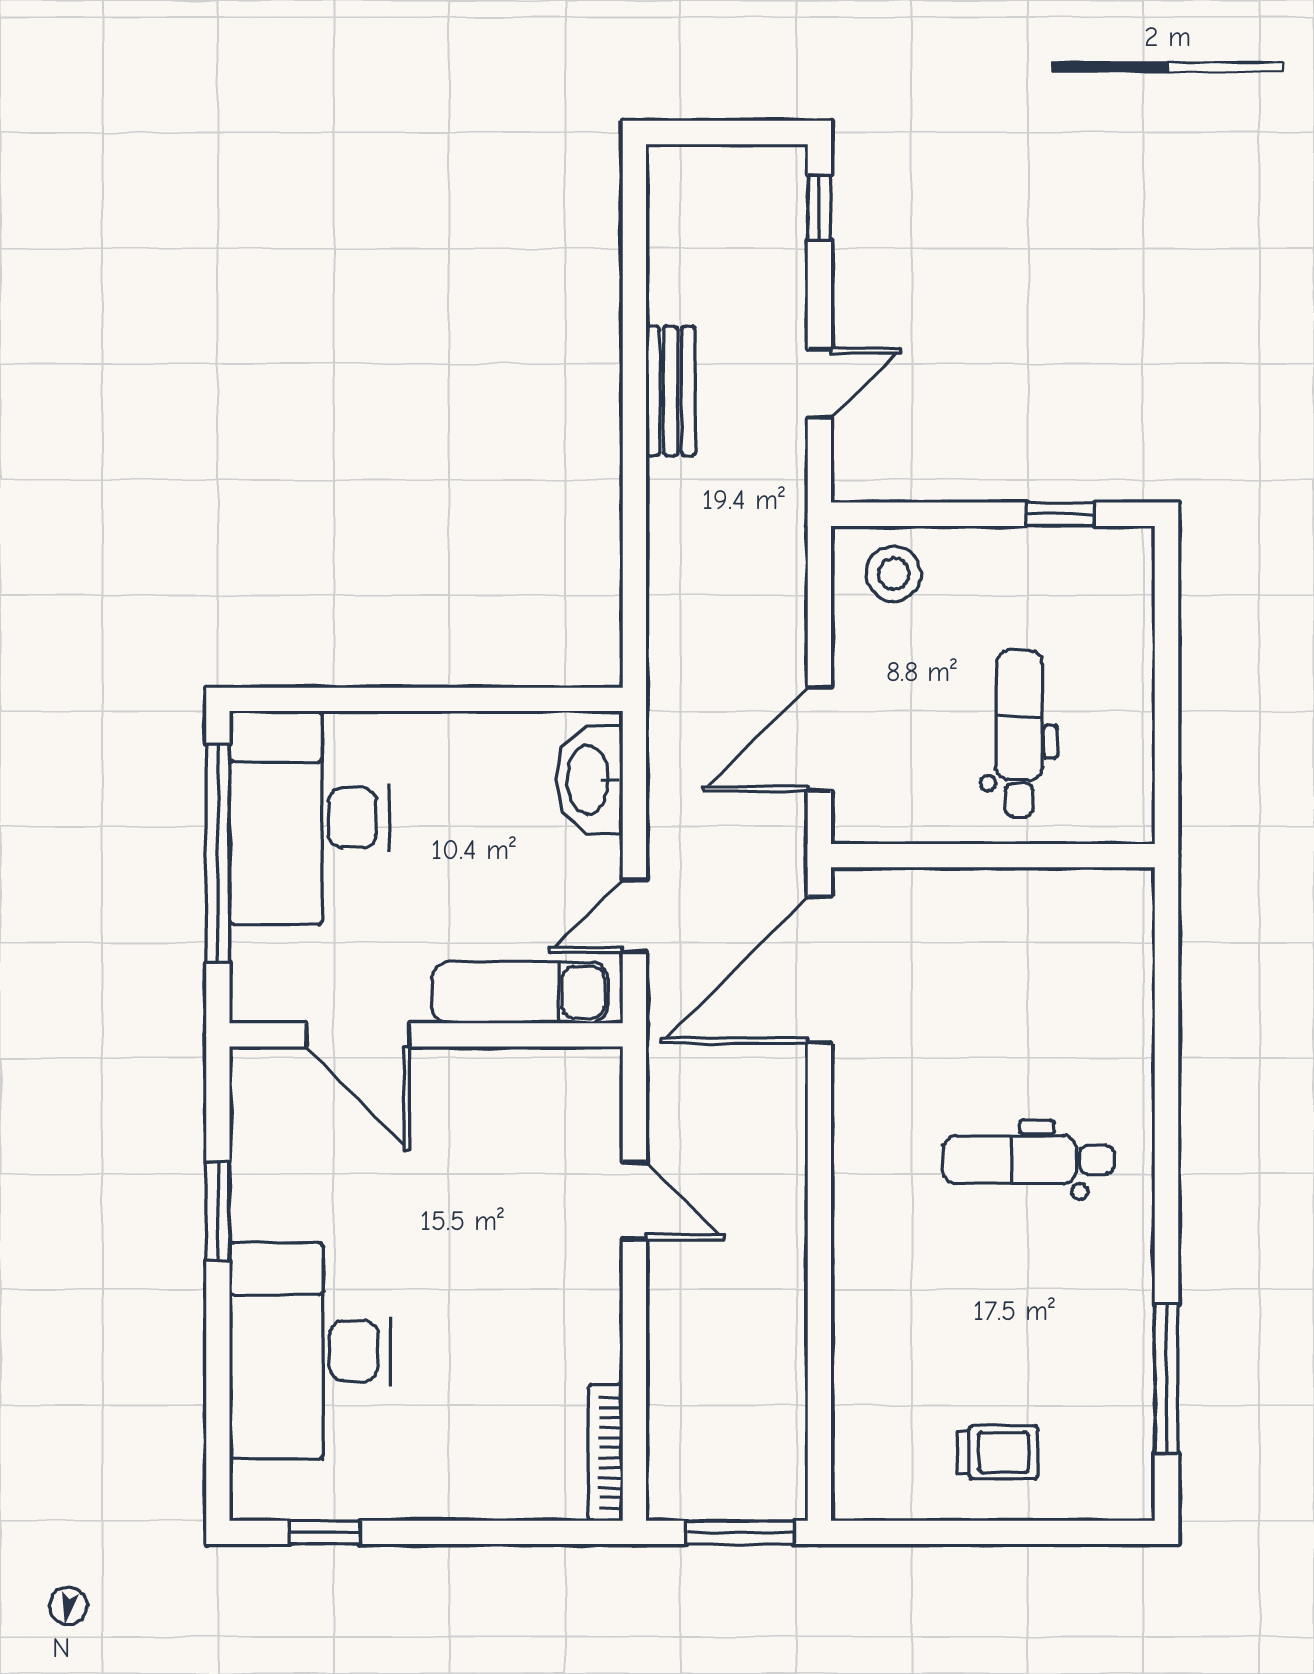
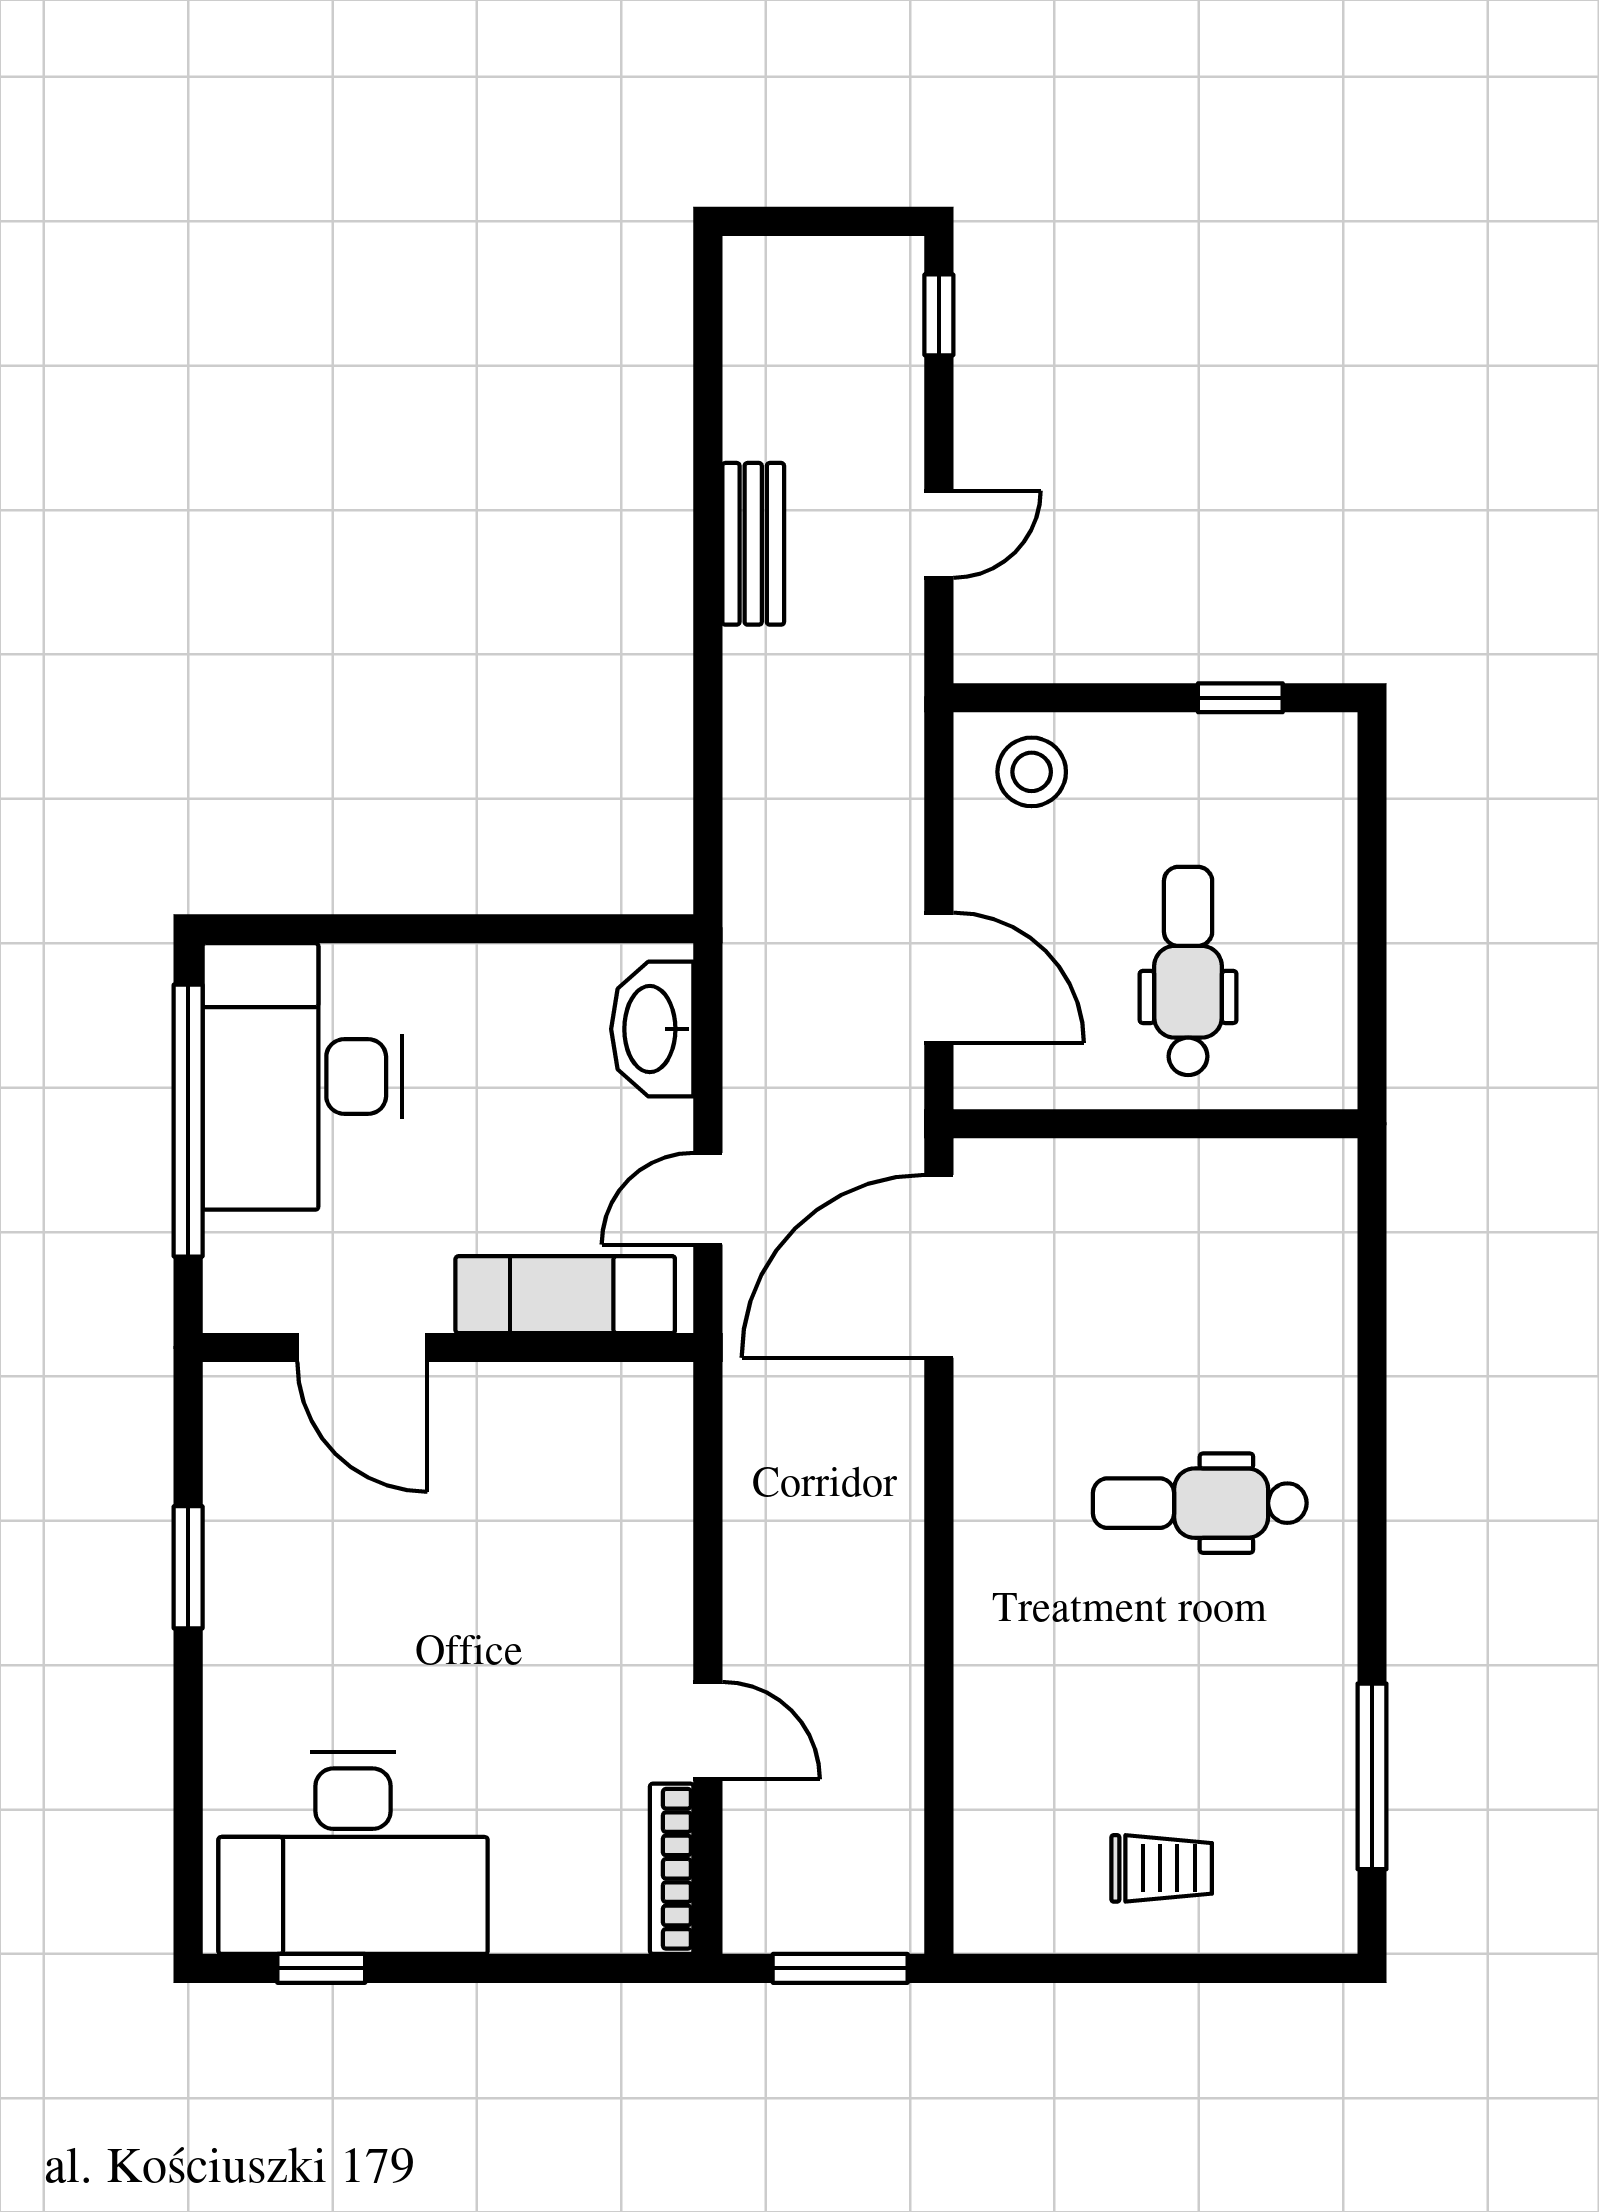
door: (819, 739) -> (939, 978), swing flipped
door: (634, 1200) -> (708, 1731), moved
desk: (310, 1351) -> (353, 1853), moved, turned -90

